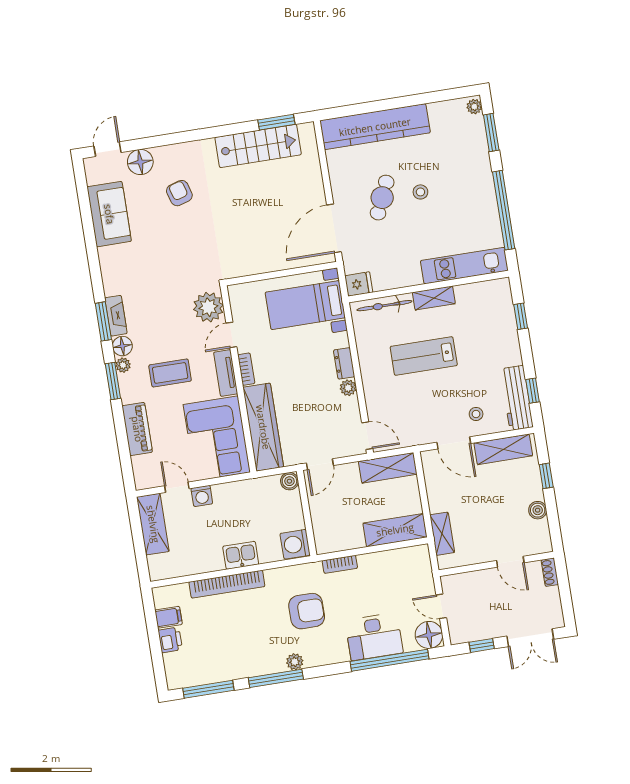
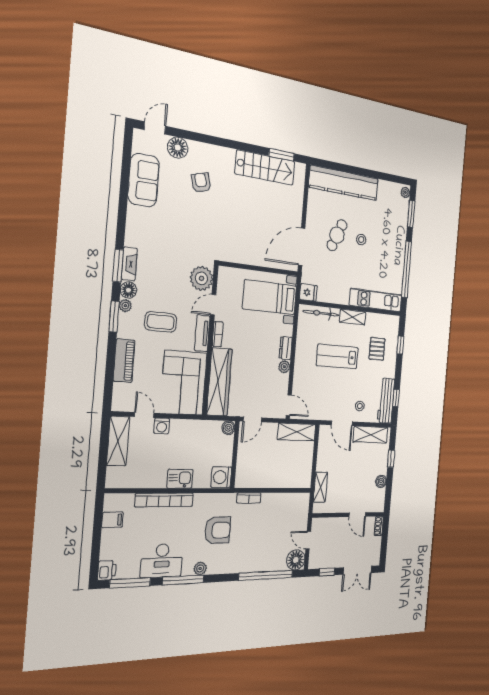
pallet: (484, 331) -> (377, 349), added
shelving: (395, 530) -> (291, 479), removed
desk: (374, 637) -> (162, 561), moved
printer: (170, 640) -> (107, 570), moved

